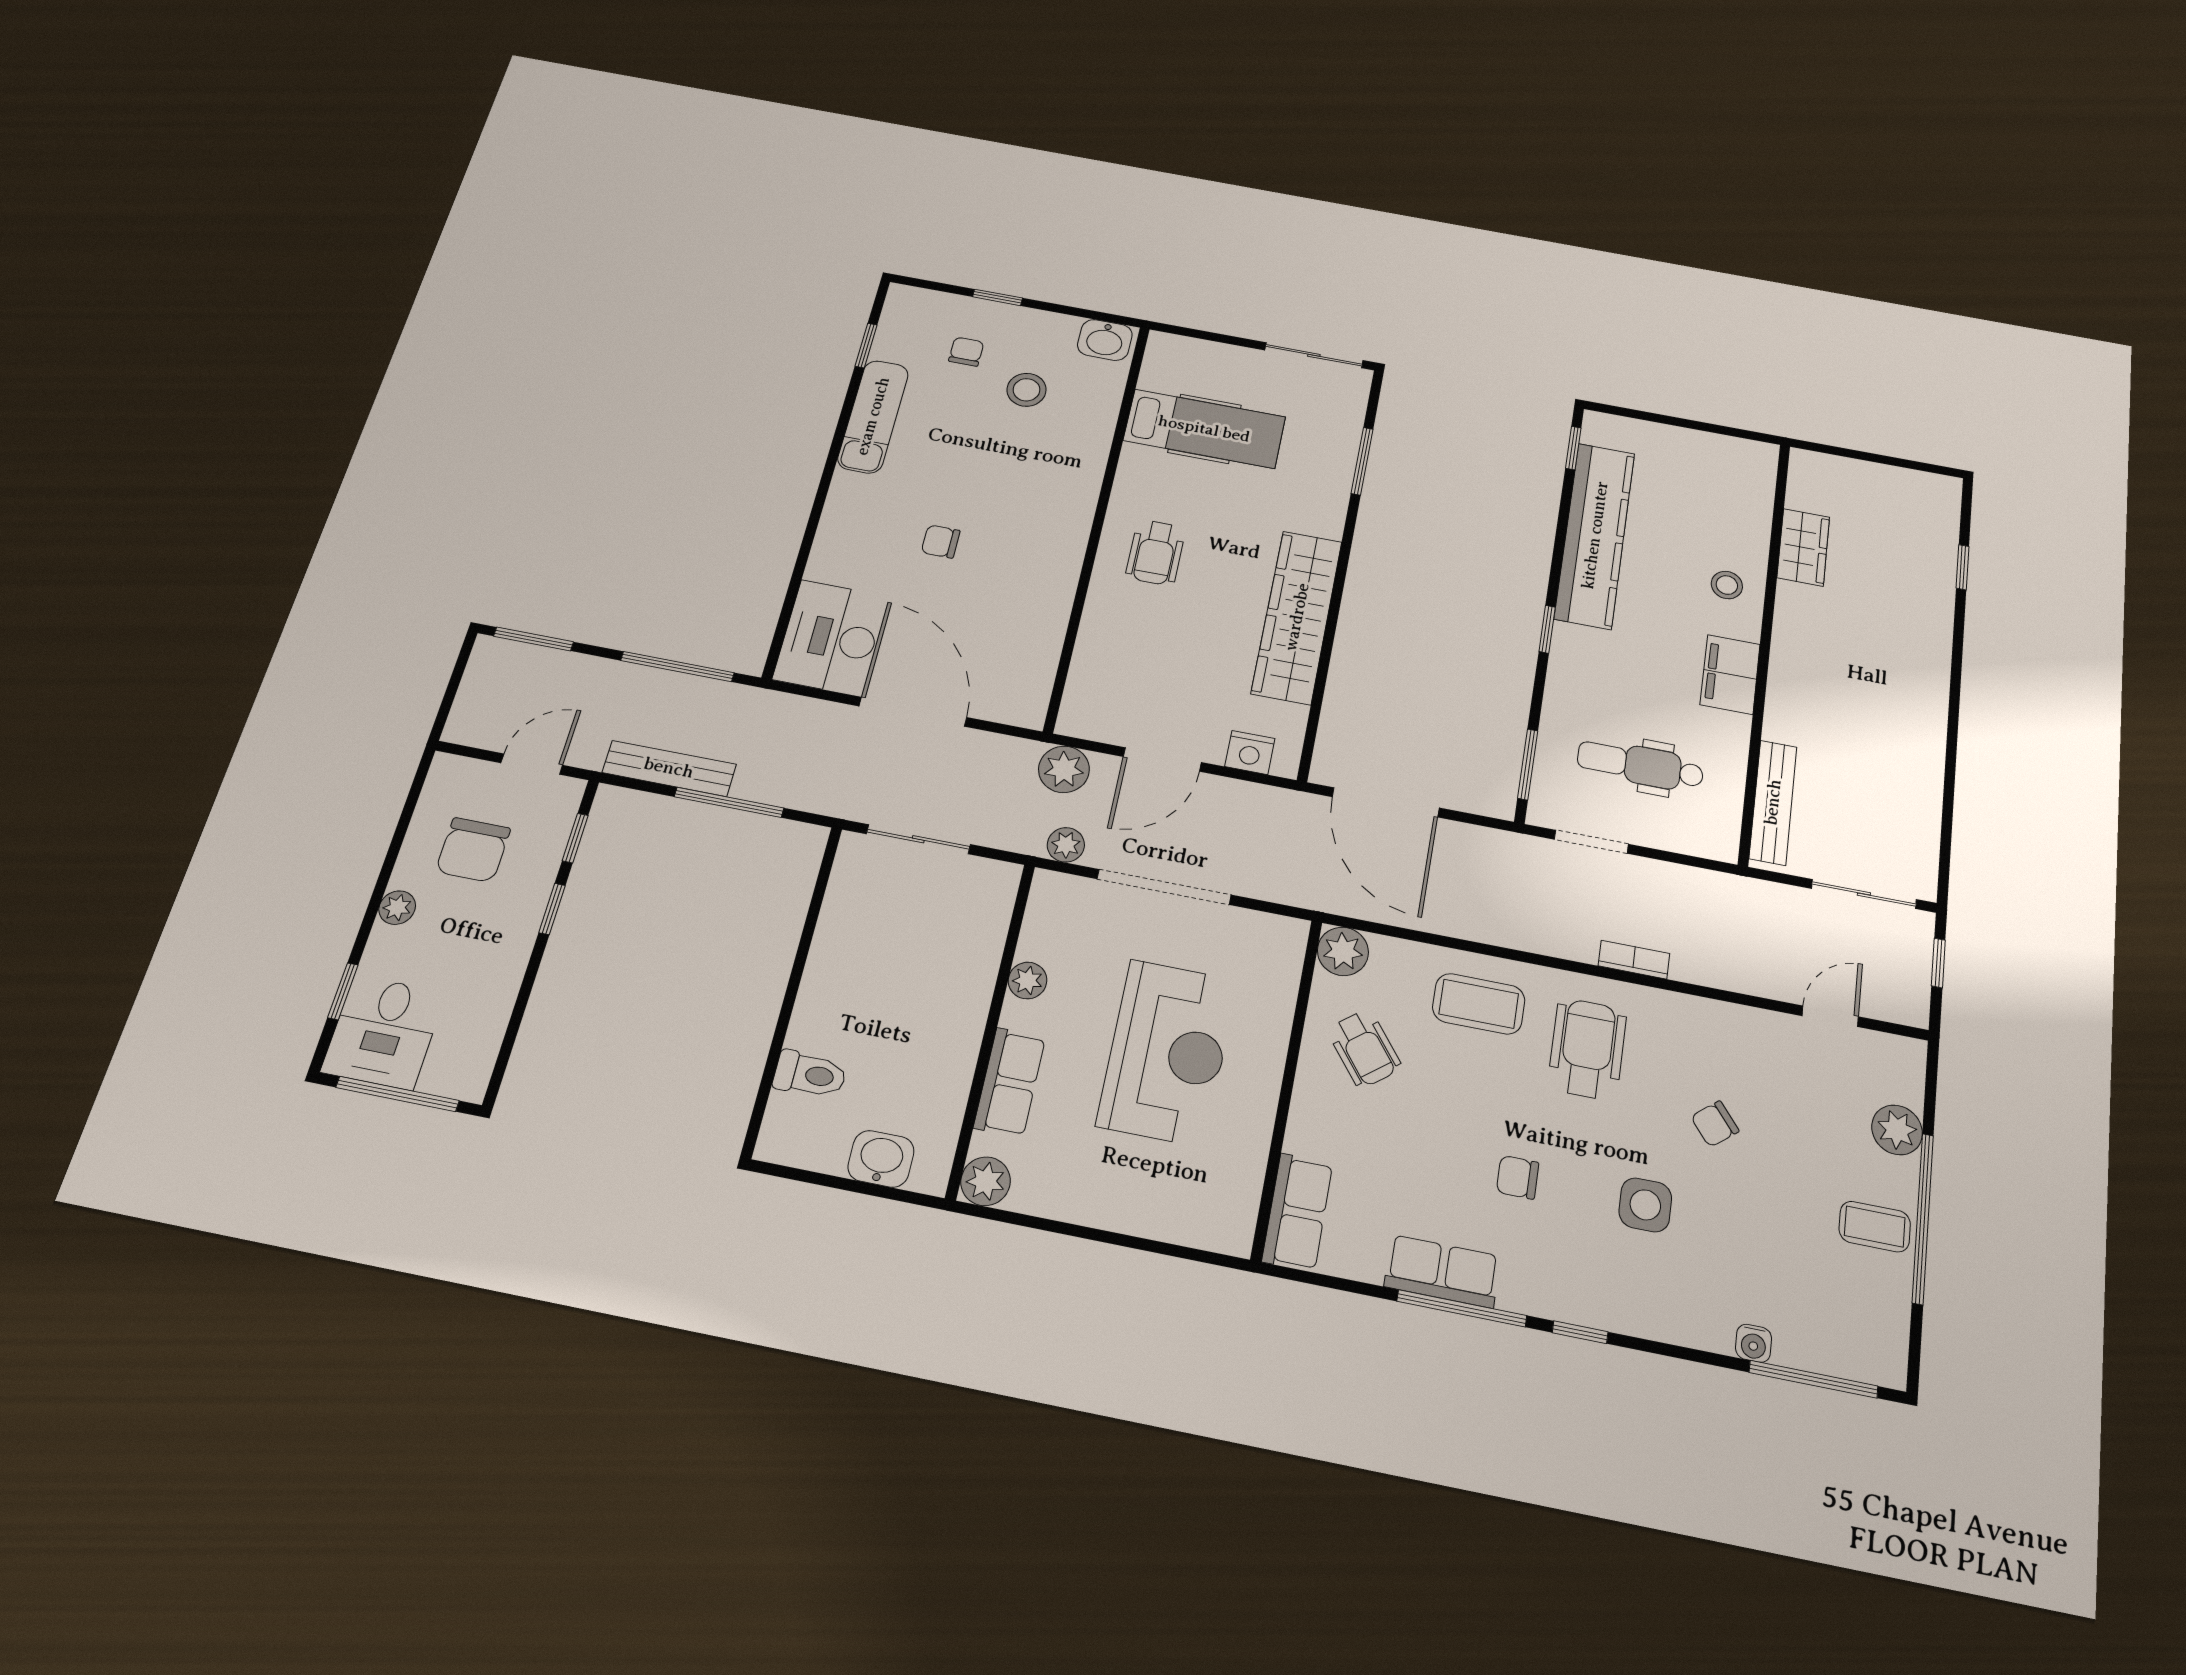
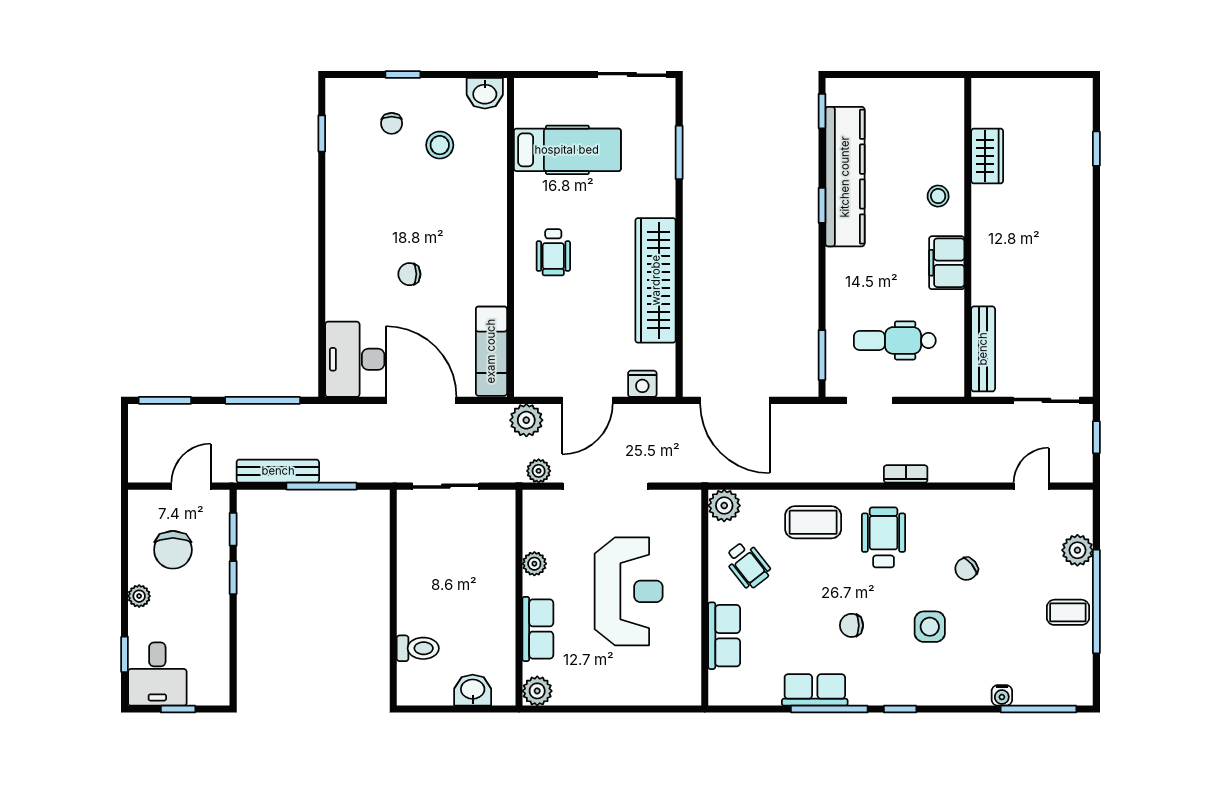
chair: (966, 352) -> (392, 123), turned 180
exam couch: (873, 416) -> (491, 351), moved, turned 180
window: (1547, 629) -> (822, 205), moved
window: (397, 1094) -> (178, 709), width x0.46
row of seats: (1297, 1212) -> (724, 636), moved

